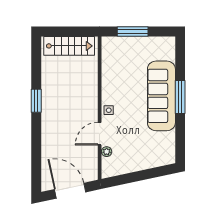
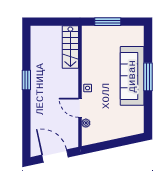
stairs: (69, 46) -> (70, 47), moved, turned 90
door: (100, 134) -> (80, 108), hinge flipped

